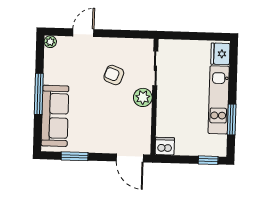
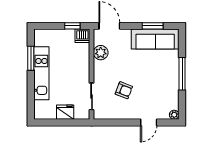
fridge: (220, 54) -> (65, 112), moved, turned -90
plant: (143, 97) -> (101, 53), moved
sofa: (55, 116) -> (155, 39), moved, turned -90
window: (208, 160) -> (72, 26), moved

